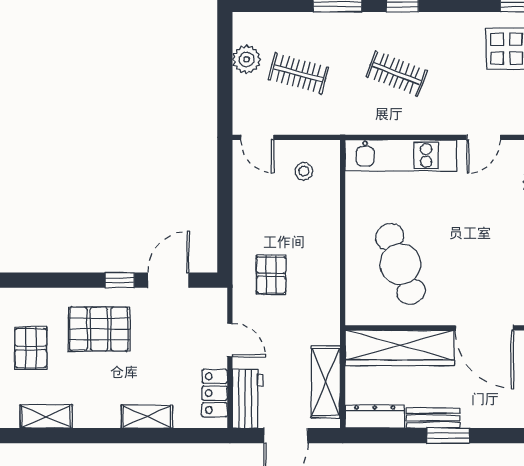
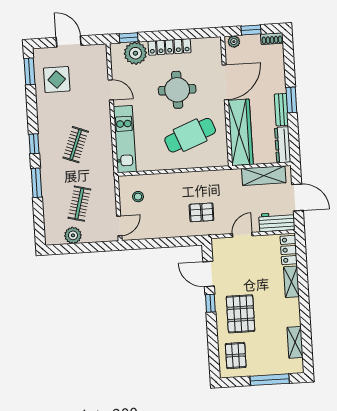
round table: (477, 247) -> (177, 90), added
pallet: (31, 348) -> (236, 355), moved, turned 90
locker: (215, 393) -> (289, 250), moved, turned 90

